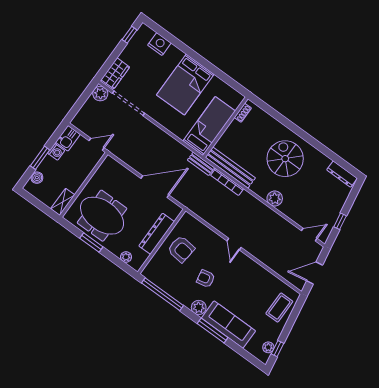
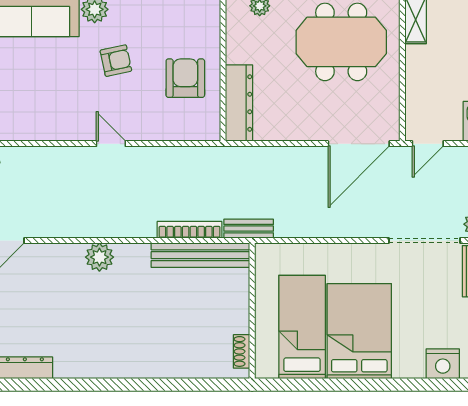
bed: (209, 126) -> (302, 327), moved, turned 180
spiral stairs: (285, 159) -> (127, 329), removed
door: (155, 187) -> (359, 144), moved
dresser: (157, 234) -> (239, 103), moved
armchair: (181, 249) -> (185, 78), turned 84

